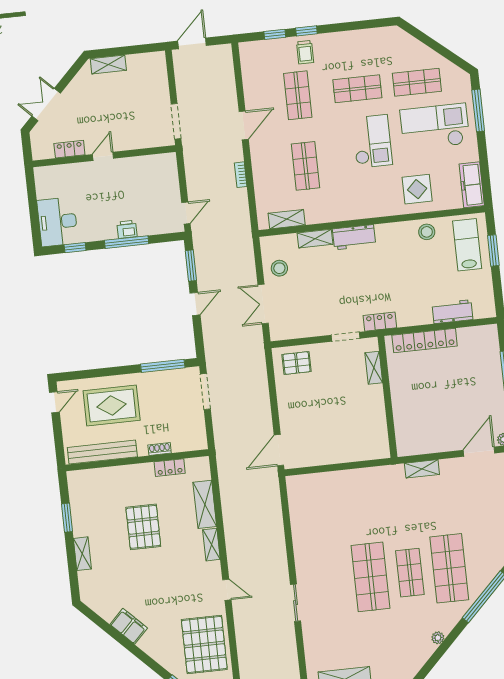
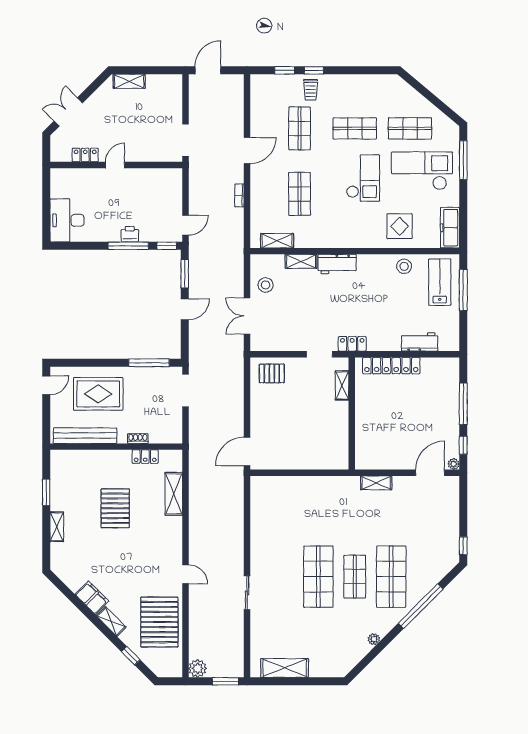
window: (75, 248) -> (167, 246), moved
window: (493, 250) -> (463, 290), width x1.44
shelving: (211, 545) -> (111, 621), moved, turned -45

